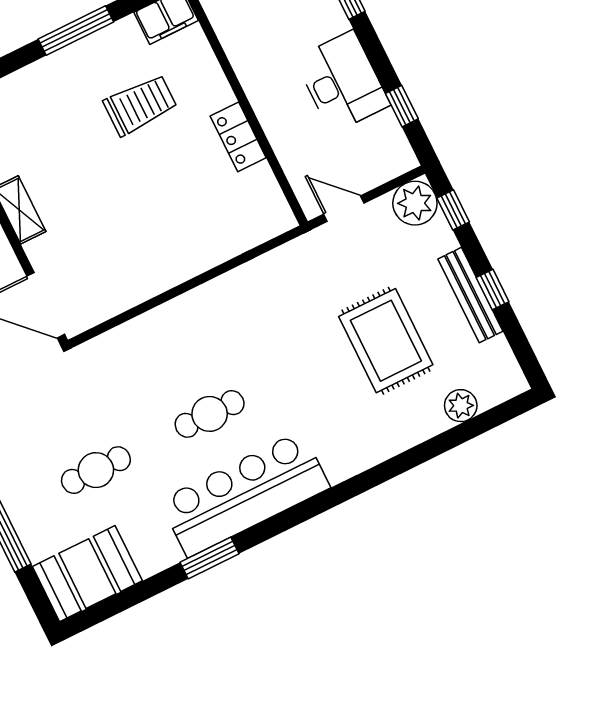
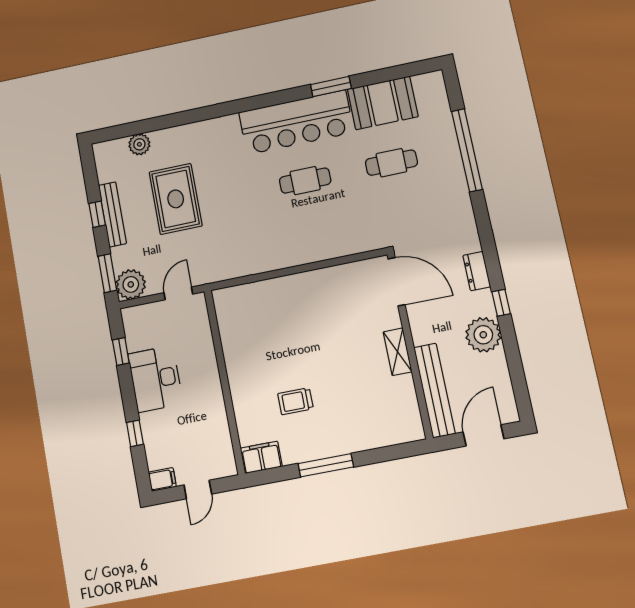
trolley: (140, 105) -> (295, 401), width x0.73, depth x0.72
locker: (238, 137) -> (235, 361), removed
door: (344, 209) -> (178, 293), swing flipped
window: (453, 210) -> (107, 273), width x1.50
booth: (87, 574) -> (383, 103), moved

